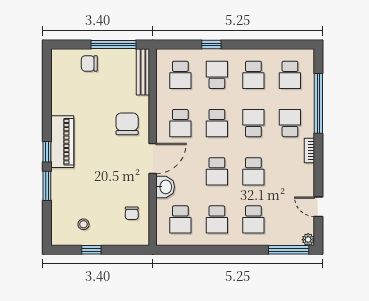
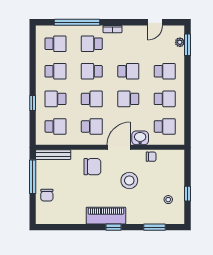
chair: (127, 124) -> (92, 167), turned 180
door: (153, 158) -> (119, 147), hinge flipped
school desk: (217, 171) -> (128, 99), turned 180
stool: (109, 173) -> (129, 180), added
window: (47, 186) -> (154, 227), moved
chair: (132, 213) -> (151, 157), moved
plant: (308, 240) -> (180, 42), moved
window: (289, 250) -> (188, 45), width x0.69

